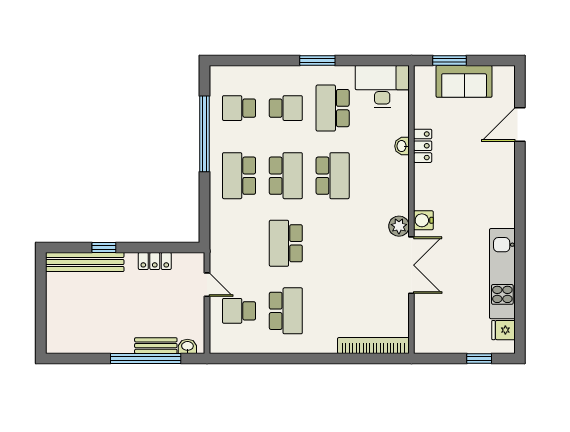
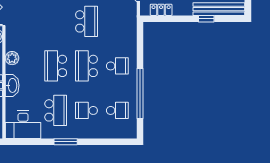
washbasin: (402, 146) -> (12, 85), width x1.91, depth x1.45
school desk: (239, 176) -> (117, 66), width x0.54
plant: (399, 226) -> (12, 58), moved
locker: (155, 261) -> (161, 10), moved

